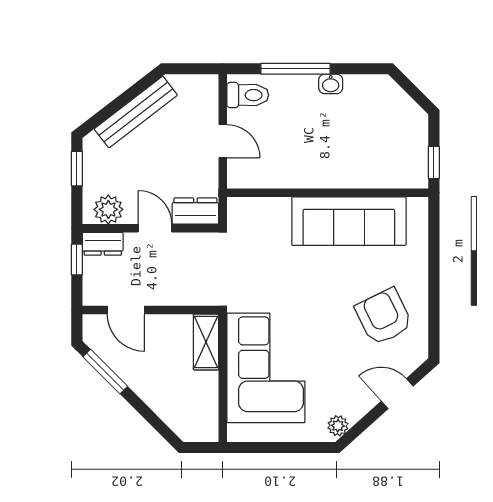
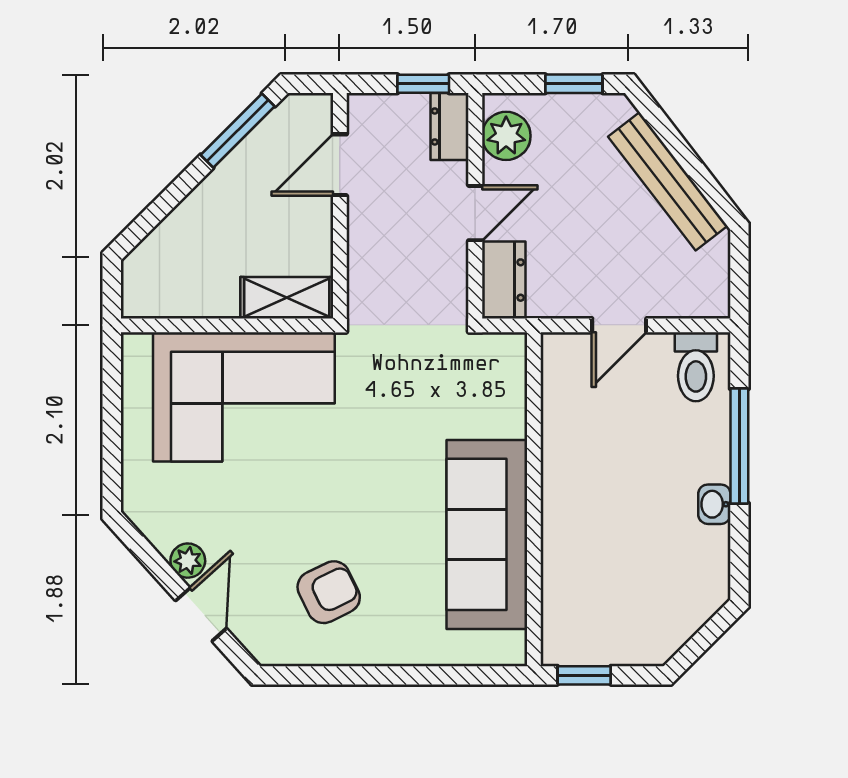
armchair: (384, 317) -> (329, 592), width x0.72, depth x0.72
plant: (338, 426) -> (188, 561), moved

